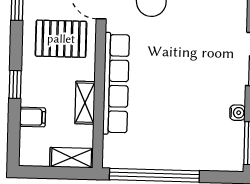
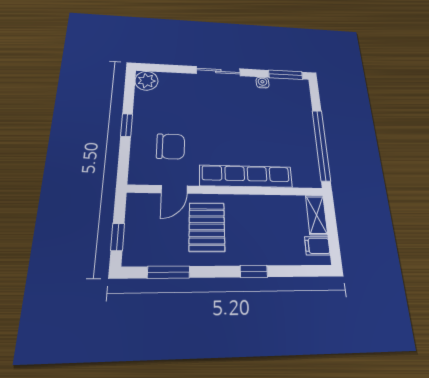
shelving: (85, 103) -> (266, 203), removed
filing cabinet: (33, 117) -> (317, 246), moved, turned -90

